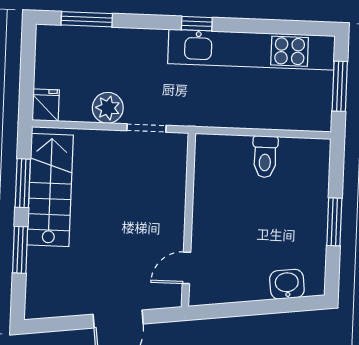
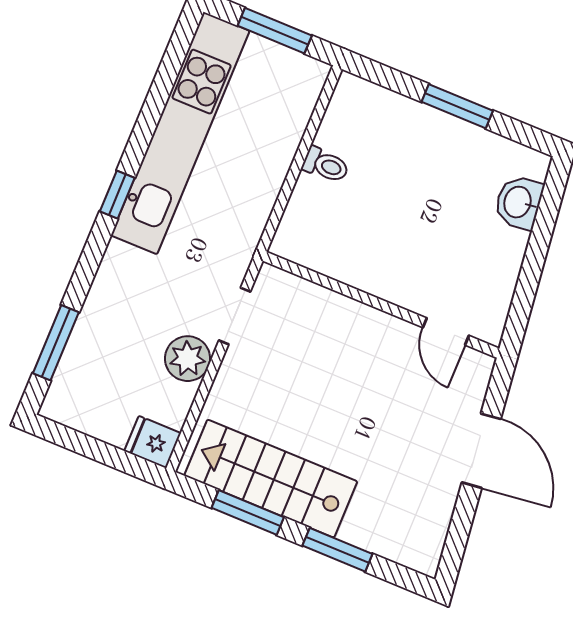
toilet: (265, 157) -> (326, 165), width x0.73, depth x0.72

